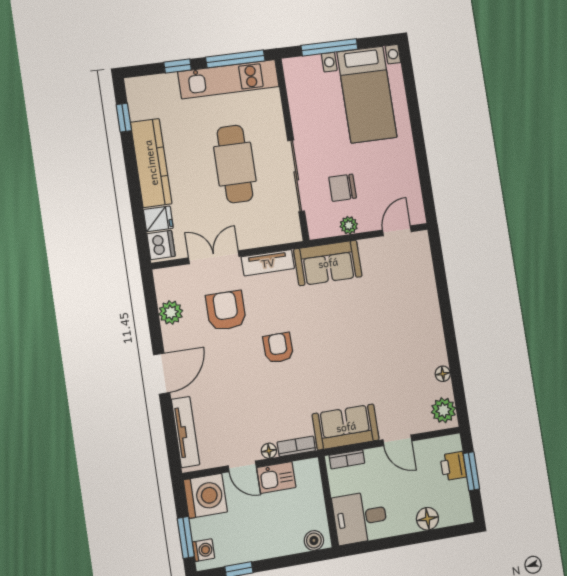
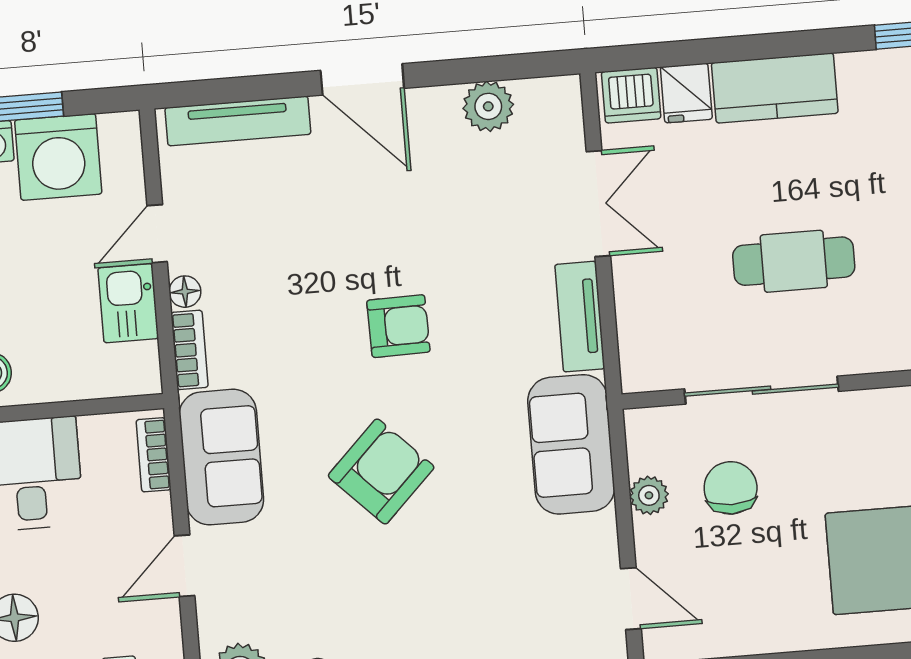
kitchen counter: (151, 163) -> (775, 88), width x0.67
cafe table: (235, 164) -> (794, 261), width x0.73, depth x0.74
armchair: (226, 311) -> (381, 472), moved, turned -45
washing machine: (205, 496) -> (58, 157), moved

